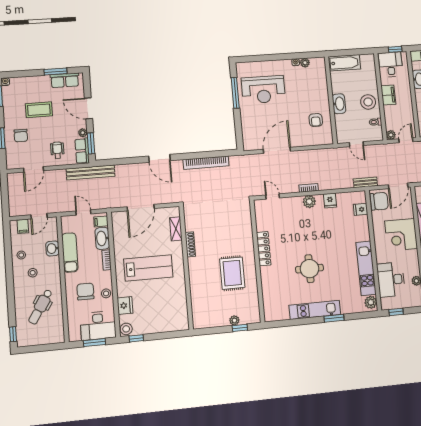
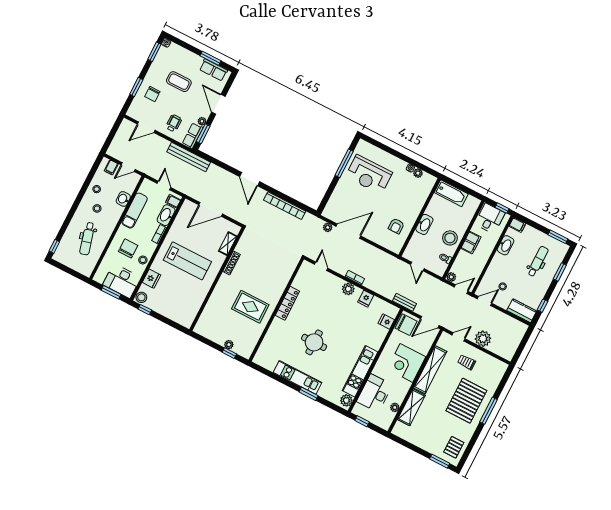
plant: (257, 158) -> (328, 227), added
rug: (232, 273) -> (250, 307), turned 90
dental chair: (41, 307) -> (87, 239), turned -47

